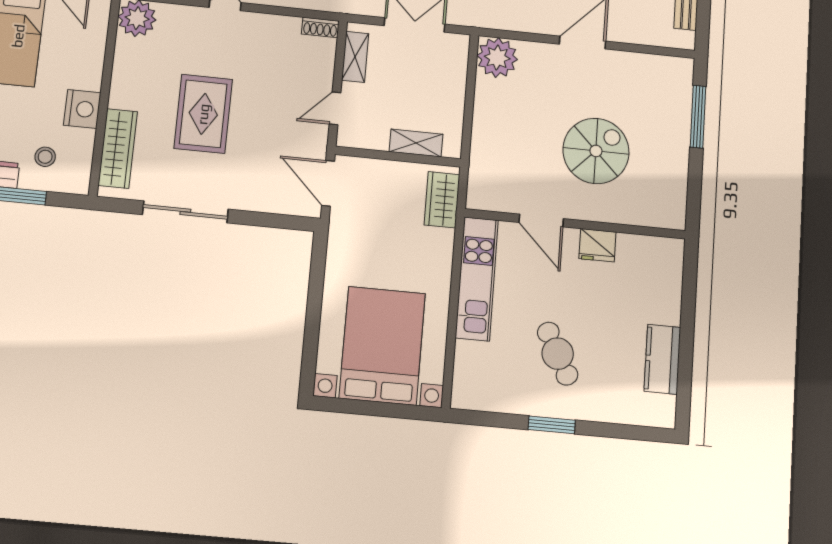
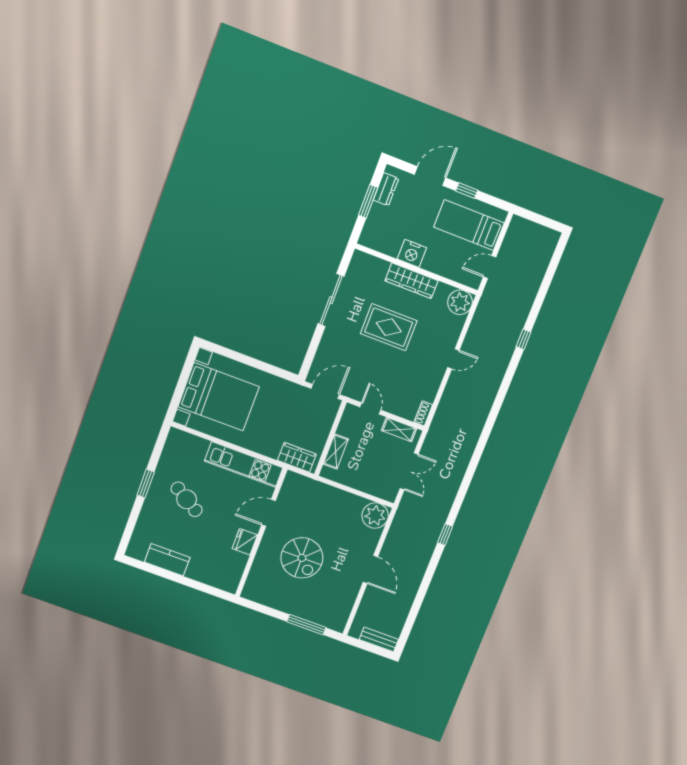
wardrobe: (118, 148) -> (412, 281), moved
stool: (45, 157) -> (388, 223), removed
cafe table: (558, 354) -> (187, 499), turned 60

